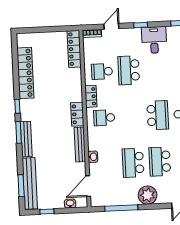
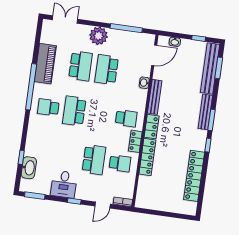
locker: (74, 49) -> (147, 157), moved
school desk: (133, 163) -> (107, 70), turned 180

